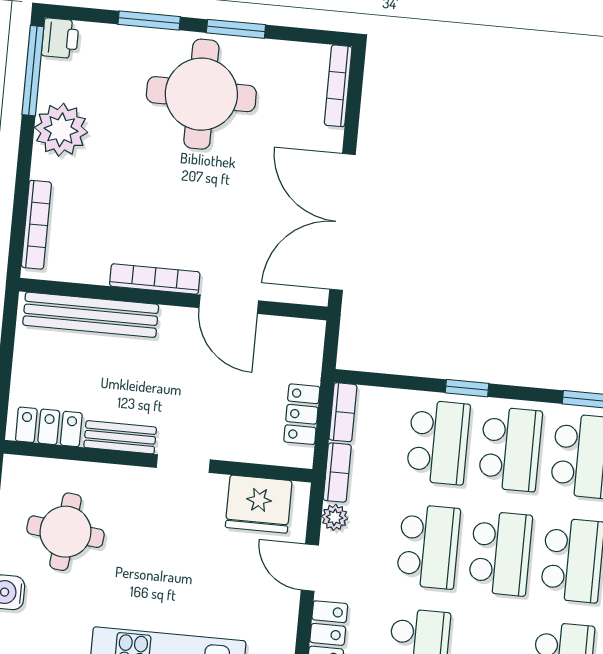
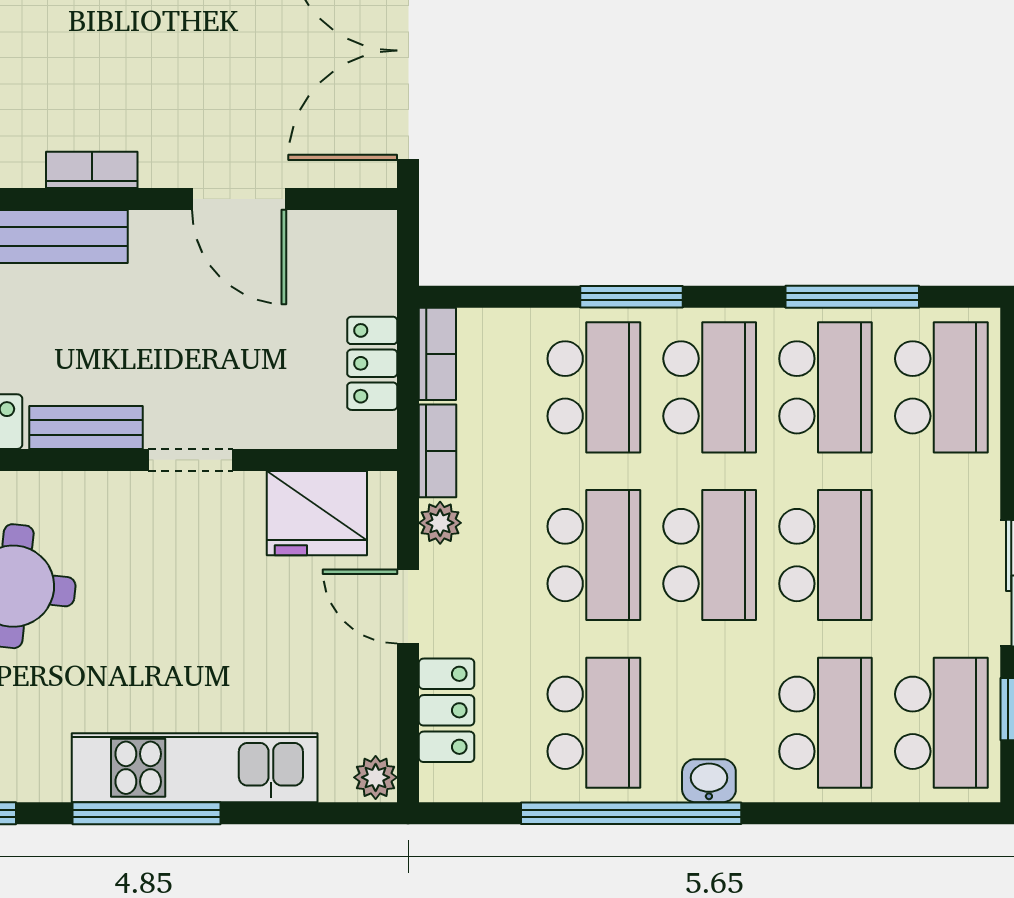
bookcase: (155, 279) -> (92, 170), width x0.64
window: (467, 388) -> (632, 297), width x1.50

